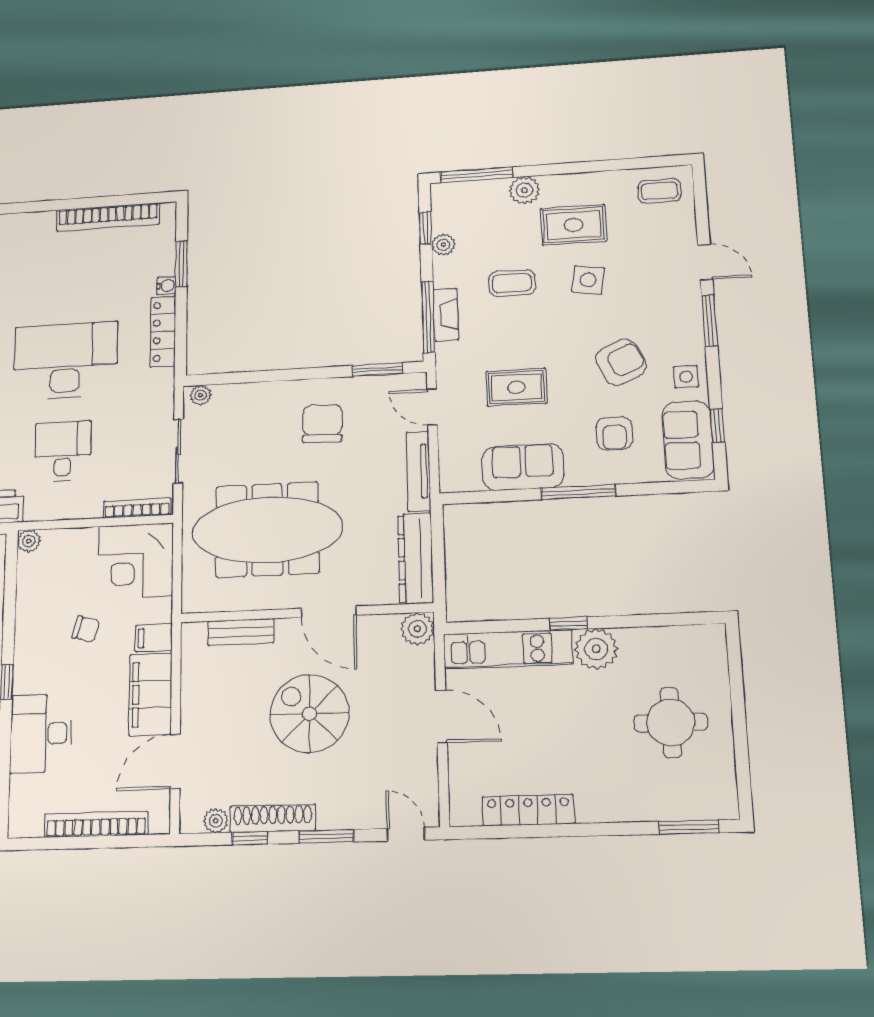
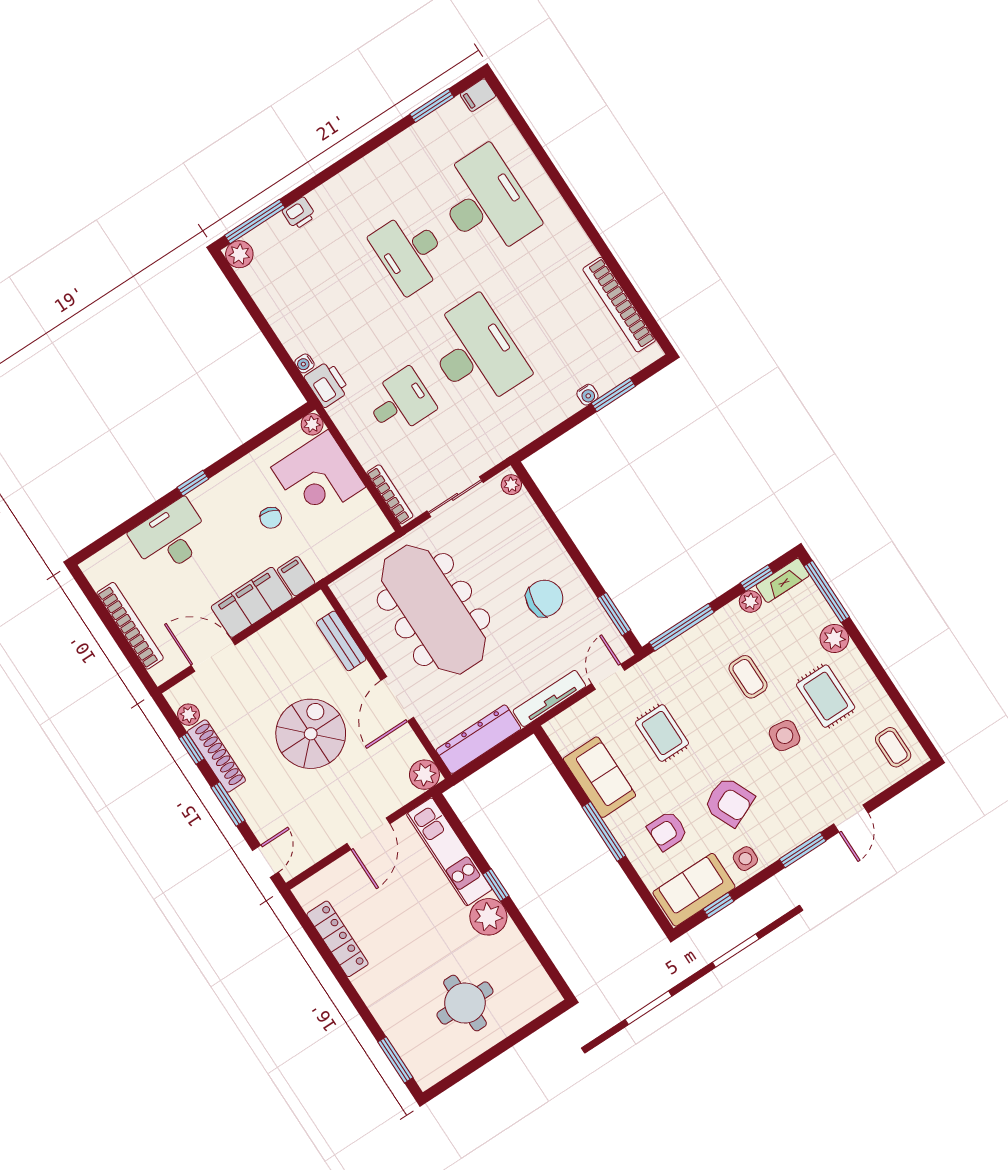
fireplace: (446, 315) -> (783, 580), moved
locker: (163, 332) -> (547, 418), removed
corner desk: (135, 561) -> (318, 477), moved, turned -90

